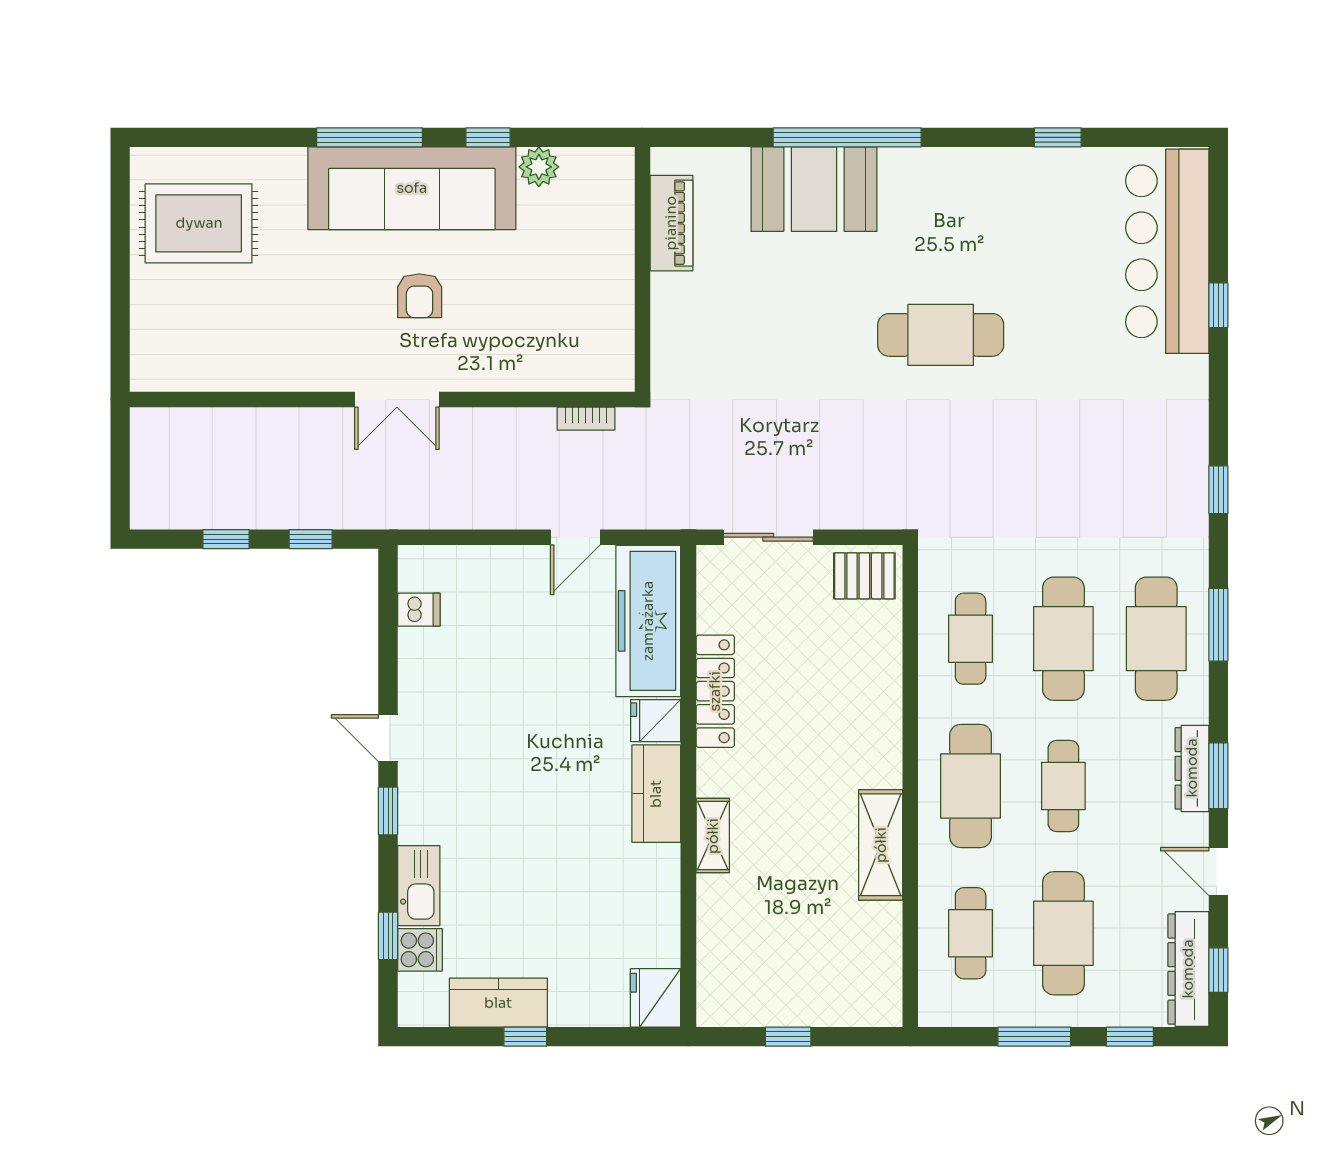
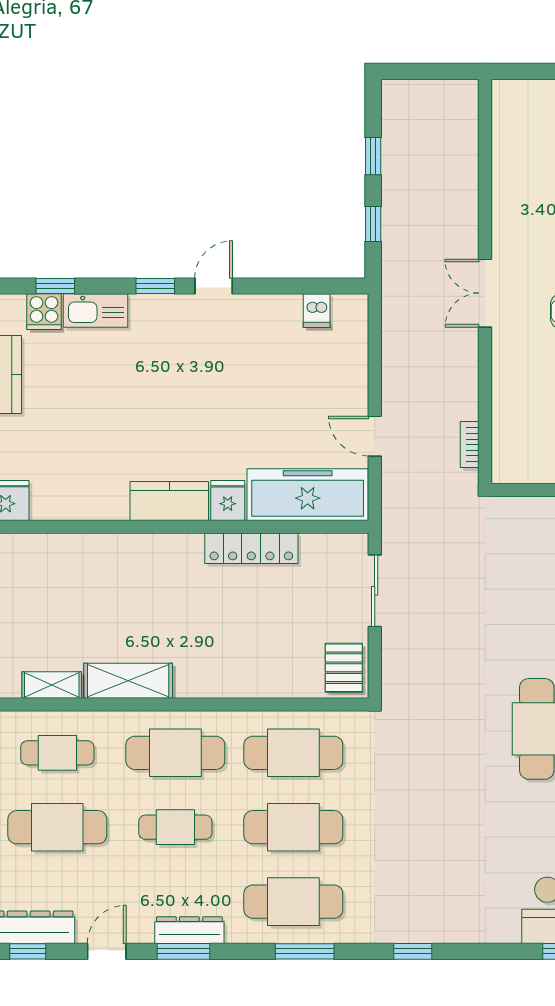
cafe table: (971, 639) -> (293, 753), width x1.37, depth x1.35
shelving: (713, 836) -> (52, 685), moved

